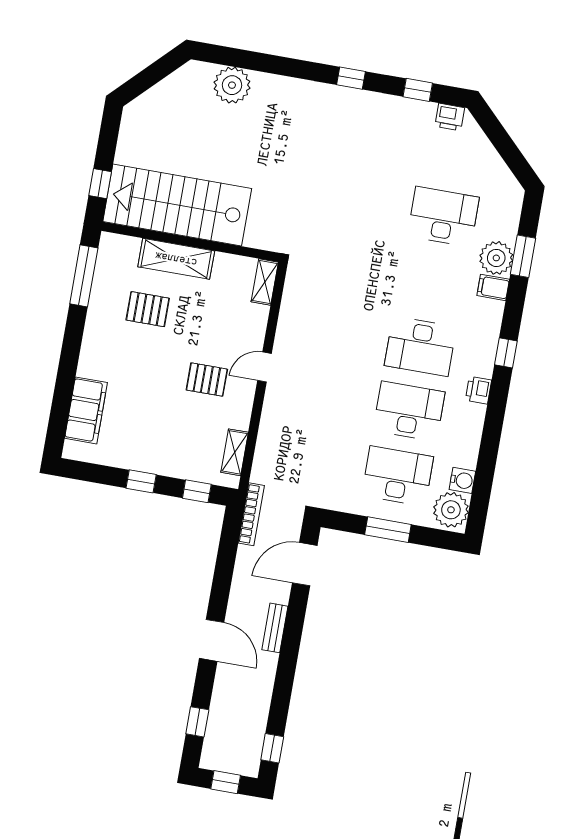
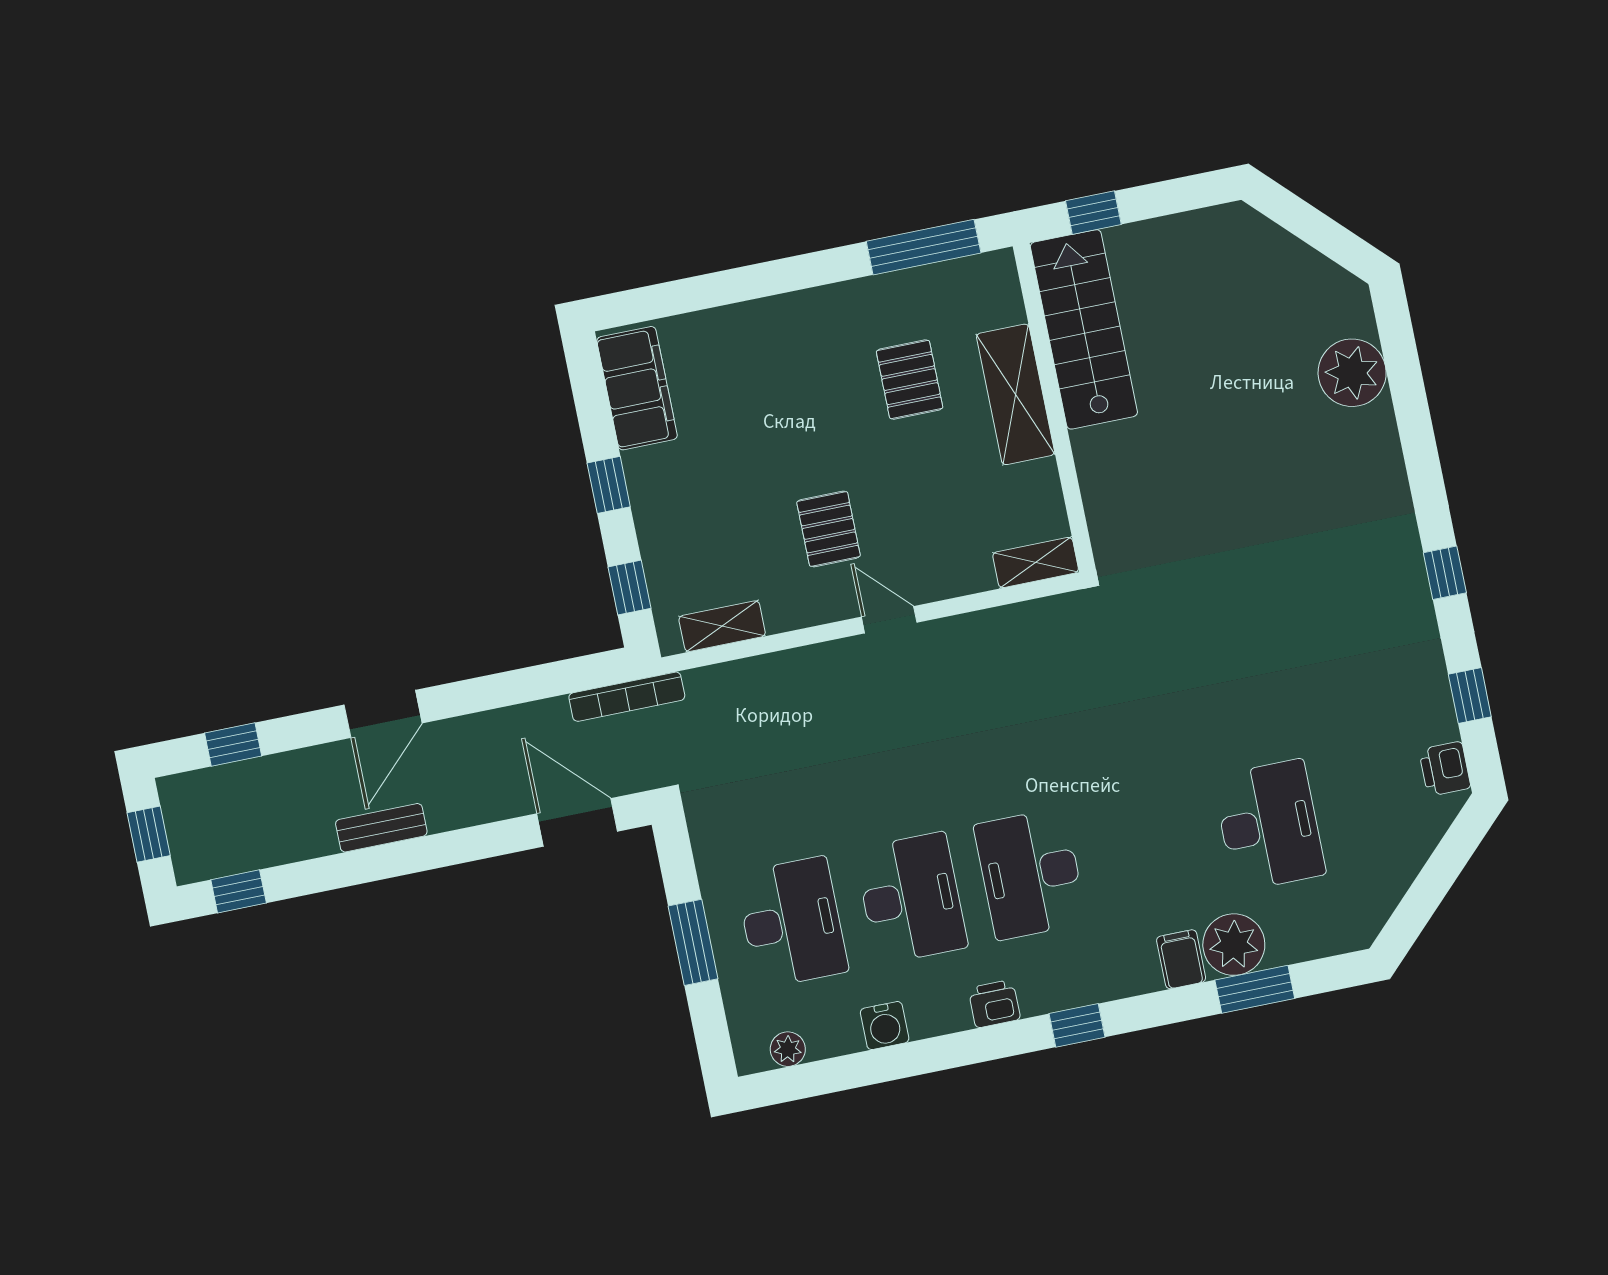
stairs: (177, 205) -> (1084, 329), width x0.73, depth x0.66
filing cabinet: (86, 410) -> (637, 388), moved, turned -90
water cooler: (462, 480) -> (885, 1026), moved
plant: (451, 510) -> (788, 1049), width x0.53, depth x0.53
bench: (275, 628) -> (381, 828), moved

